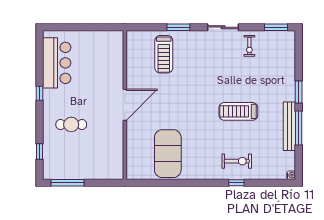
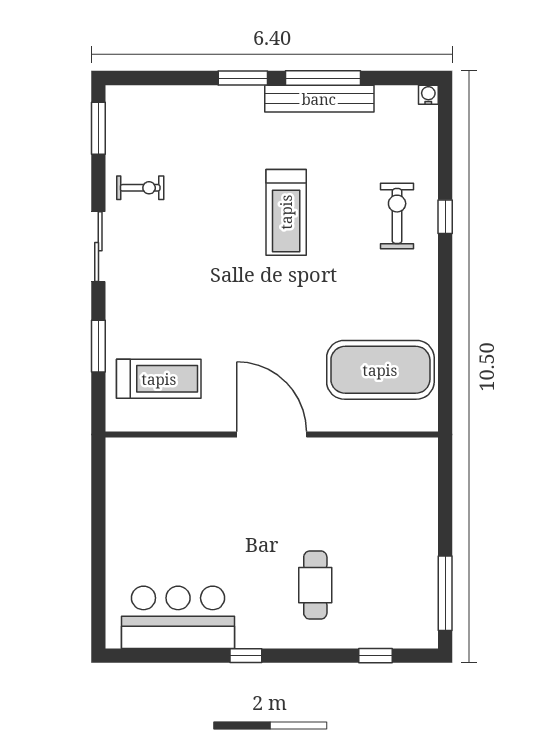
door: (125, 105) -> (272, 434), moved
wall: (125, 105) -> (272, 434), moved

